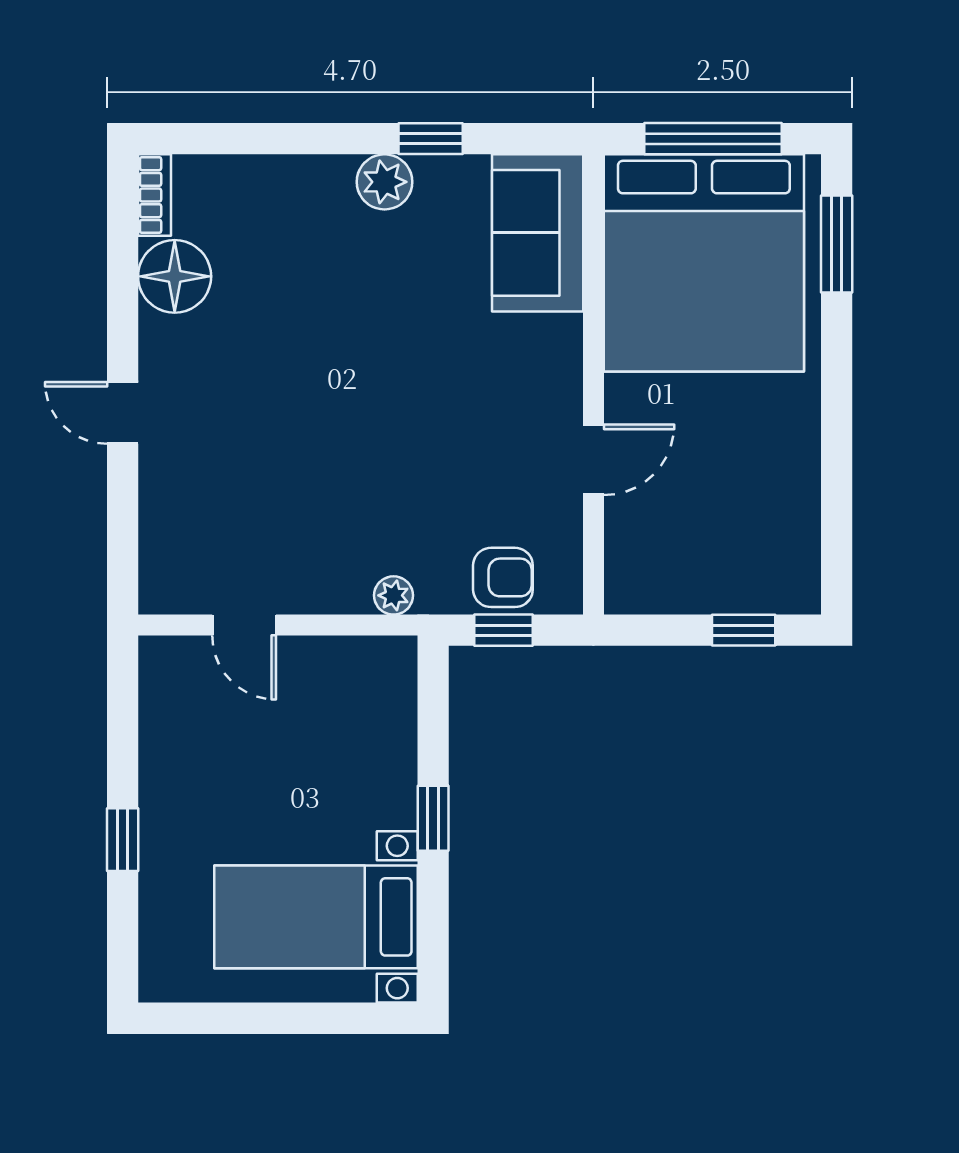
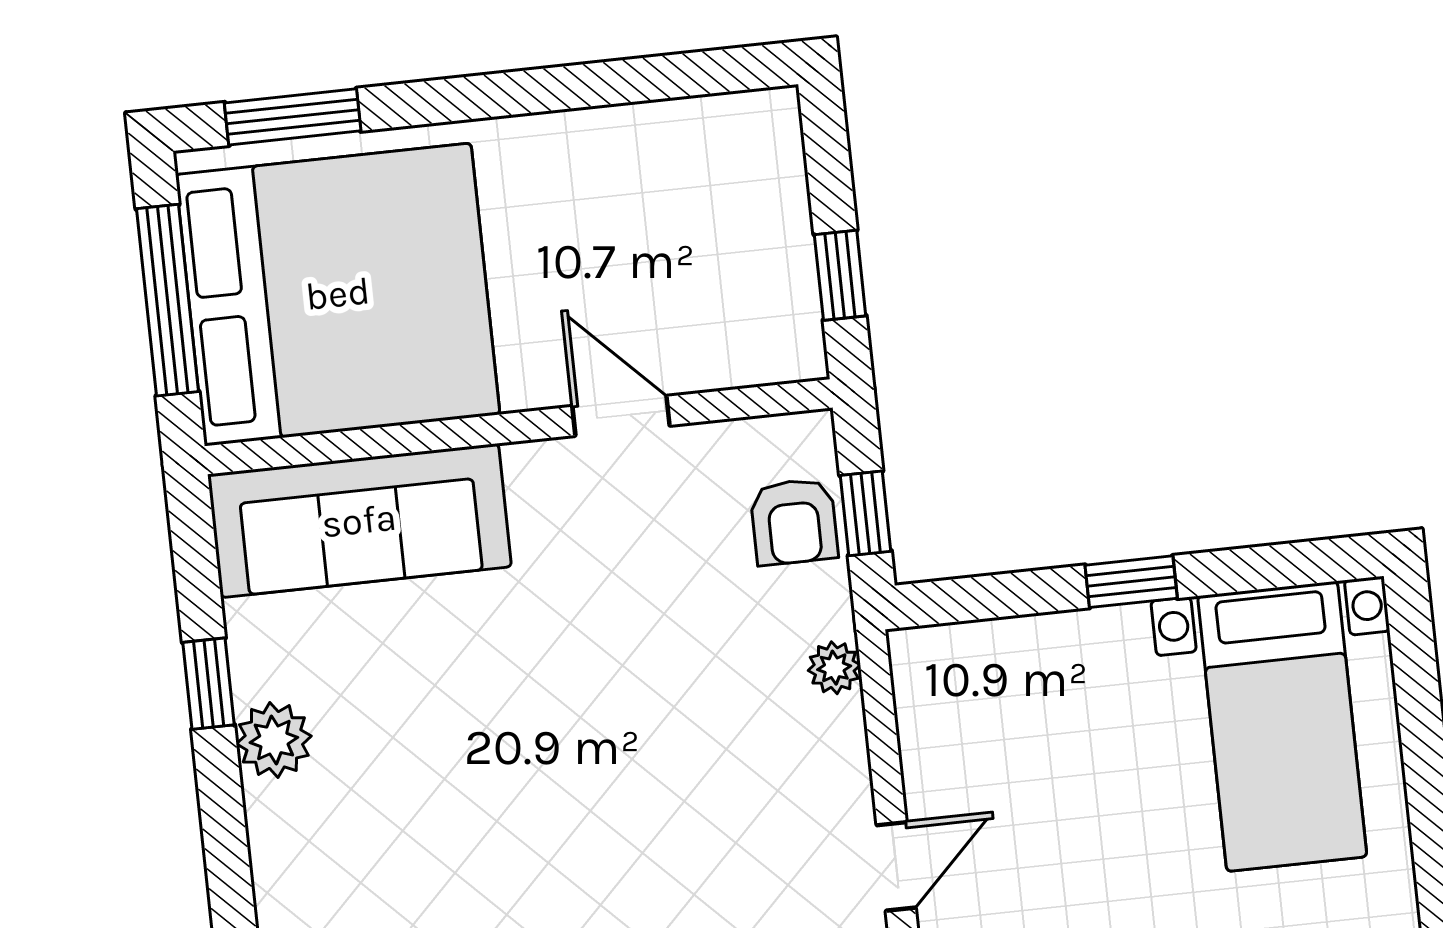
sofa: (538, 233) -> (359, 521), width x1.36
armchair: (503, 577) -> (794, 522), turned 180
window: (744, 630) -> (840, 275), moved

